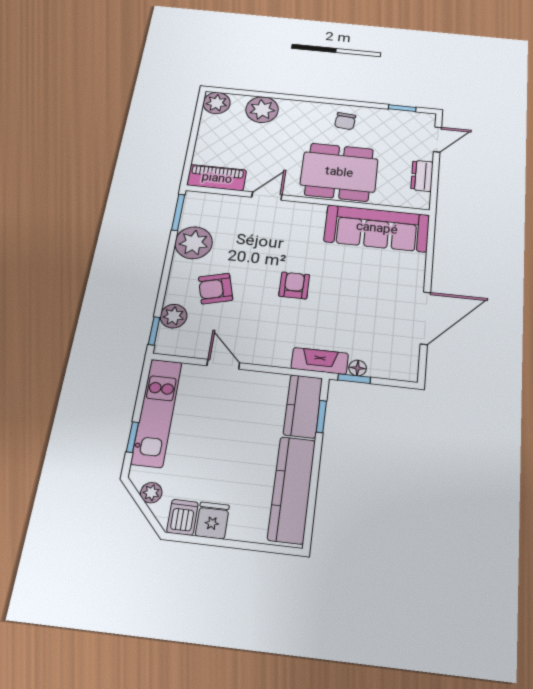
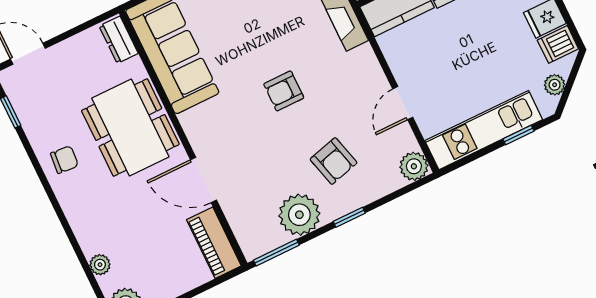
plant: (262, 110) -> (100, 265), width x0.53, depth x0.53
dresser: (422, 176) -> (119, 40), moved, turned 90
door: (267, 196) -> (203, 180), width x1.38
plant: (173, 316) -> (414, 166), moved
window: (154, 331) -> (349, 217), moved

